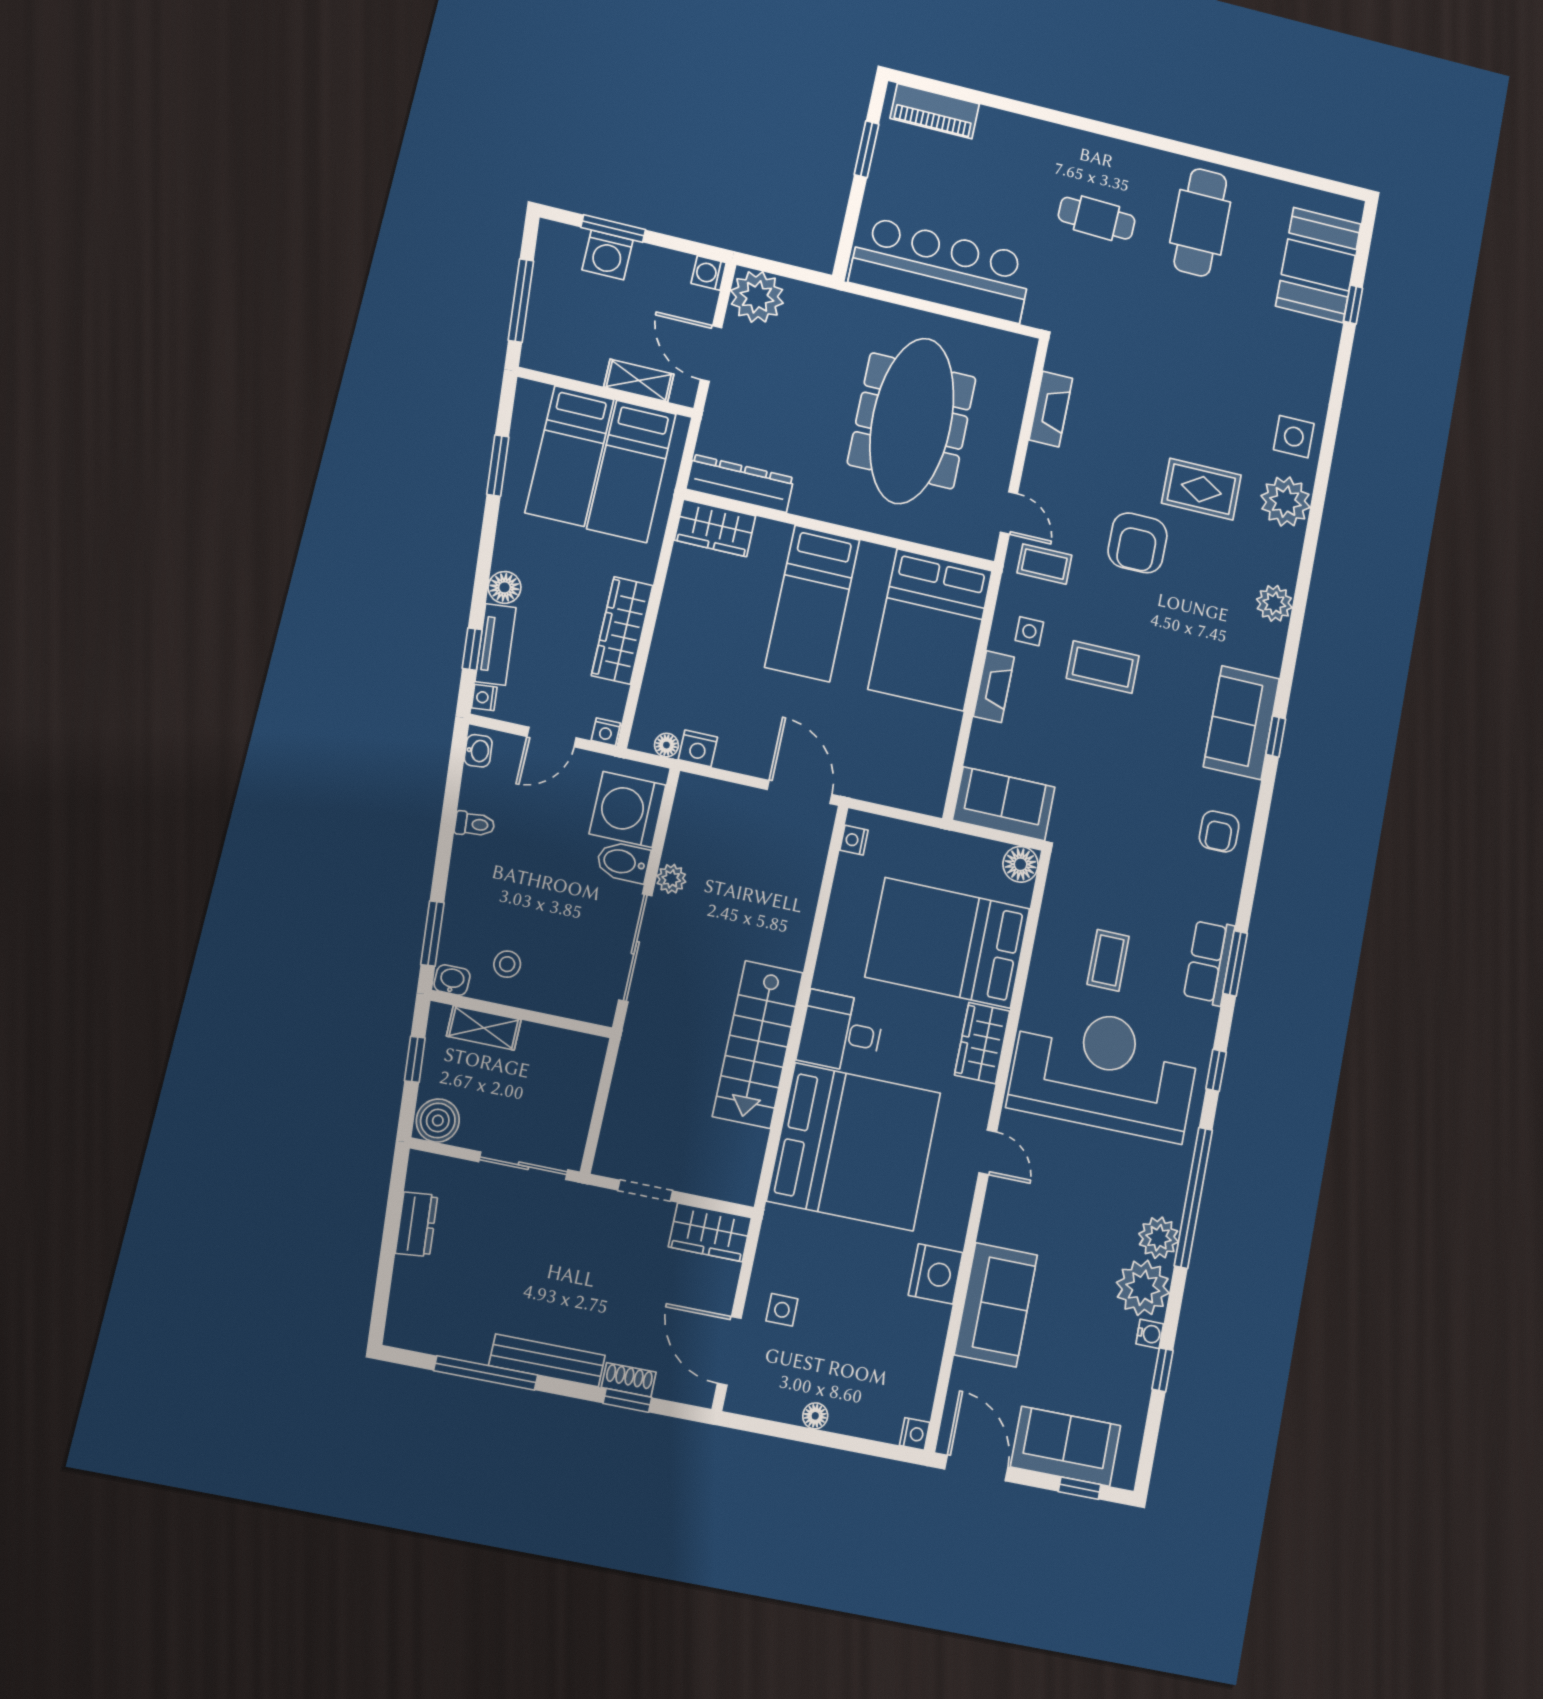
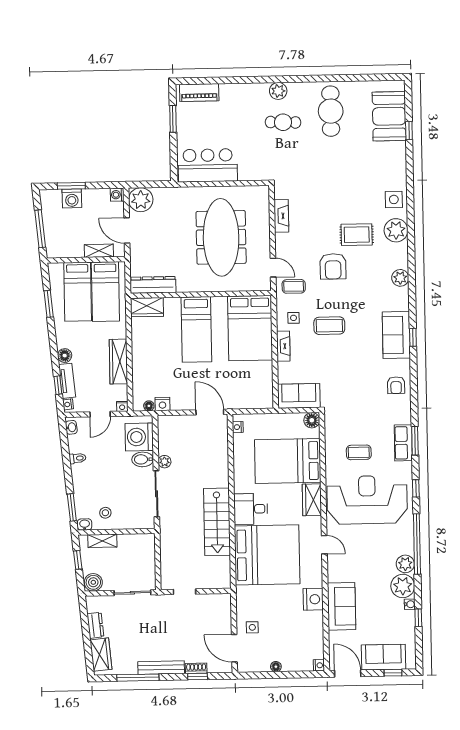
plant: (1100, 153) -> (278, 91), added
bar counter: (941, 269) -> (208, 165), width x0.73
coffee table: (1108, 960) -> (359, 452), turned 90
wardrobe: (710, 1232) -> (101, 655), moved, turned -95

